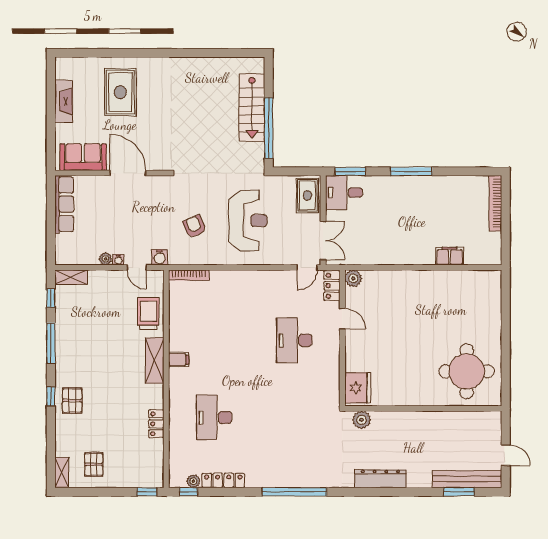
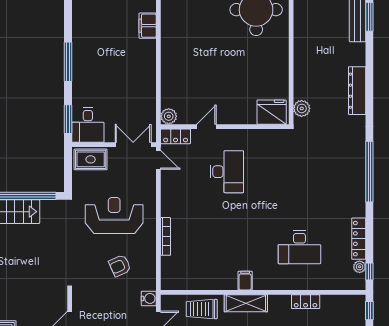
bookcase: (189, 275) -> (166, 236), moved
desk: (294, 340) -> (227, 172), turned -90

